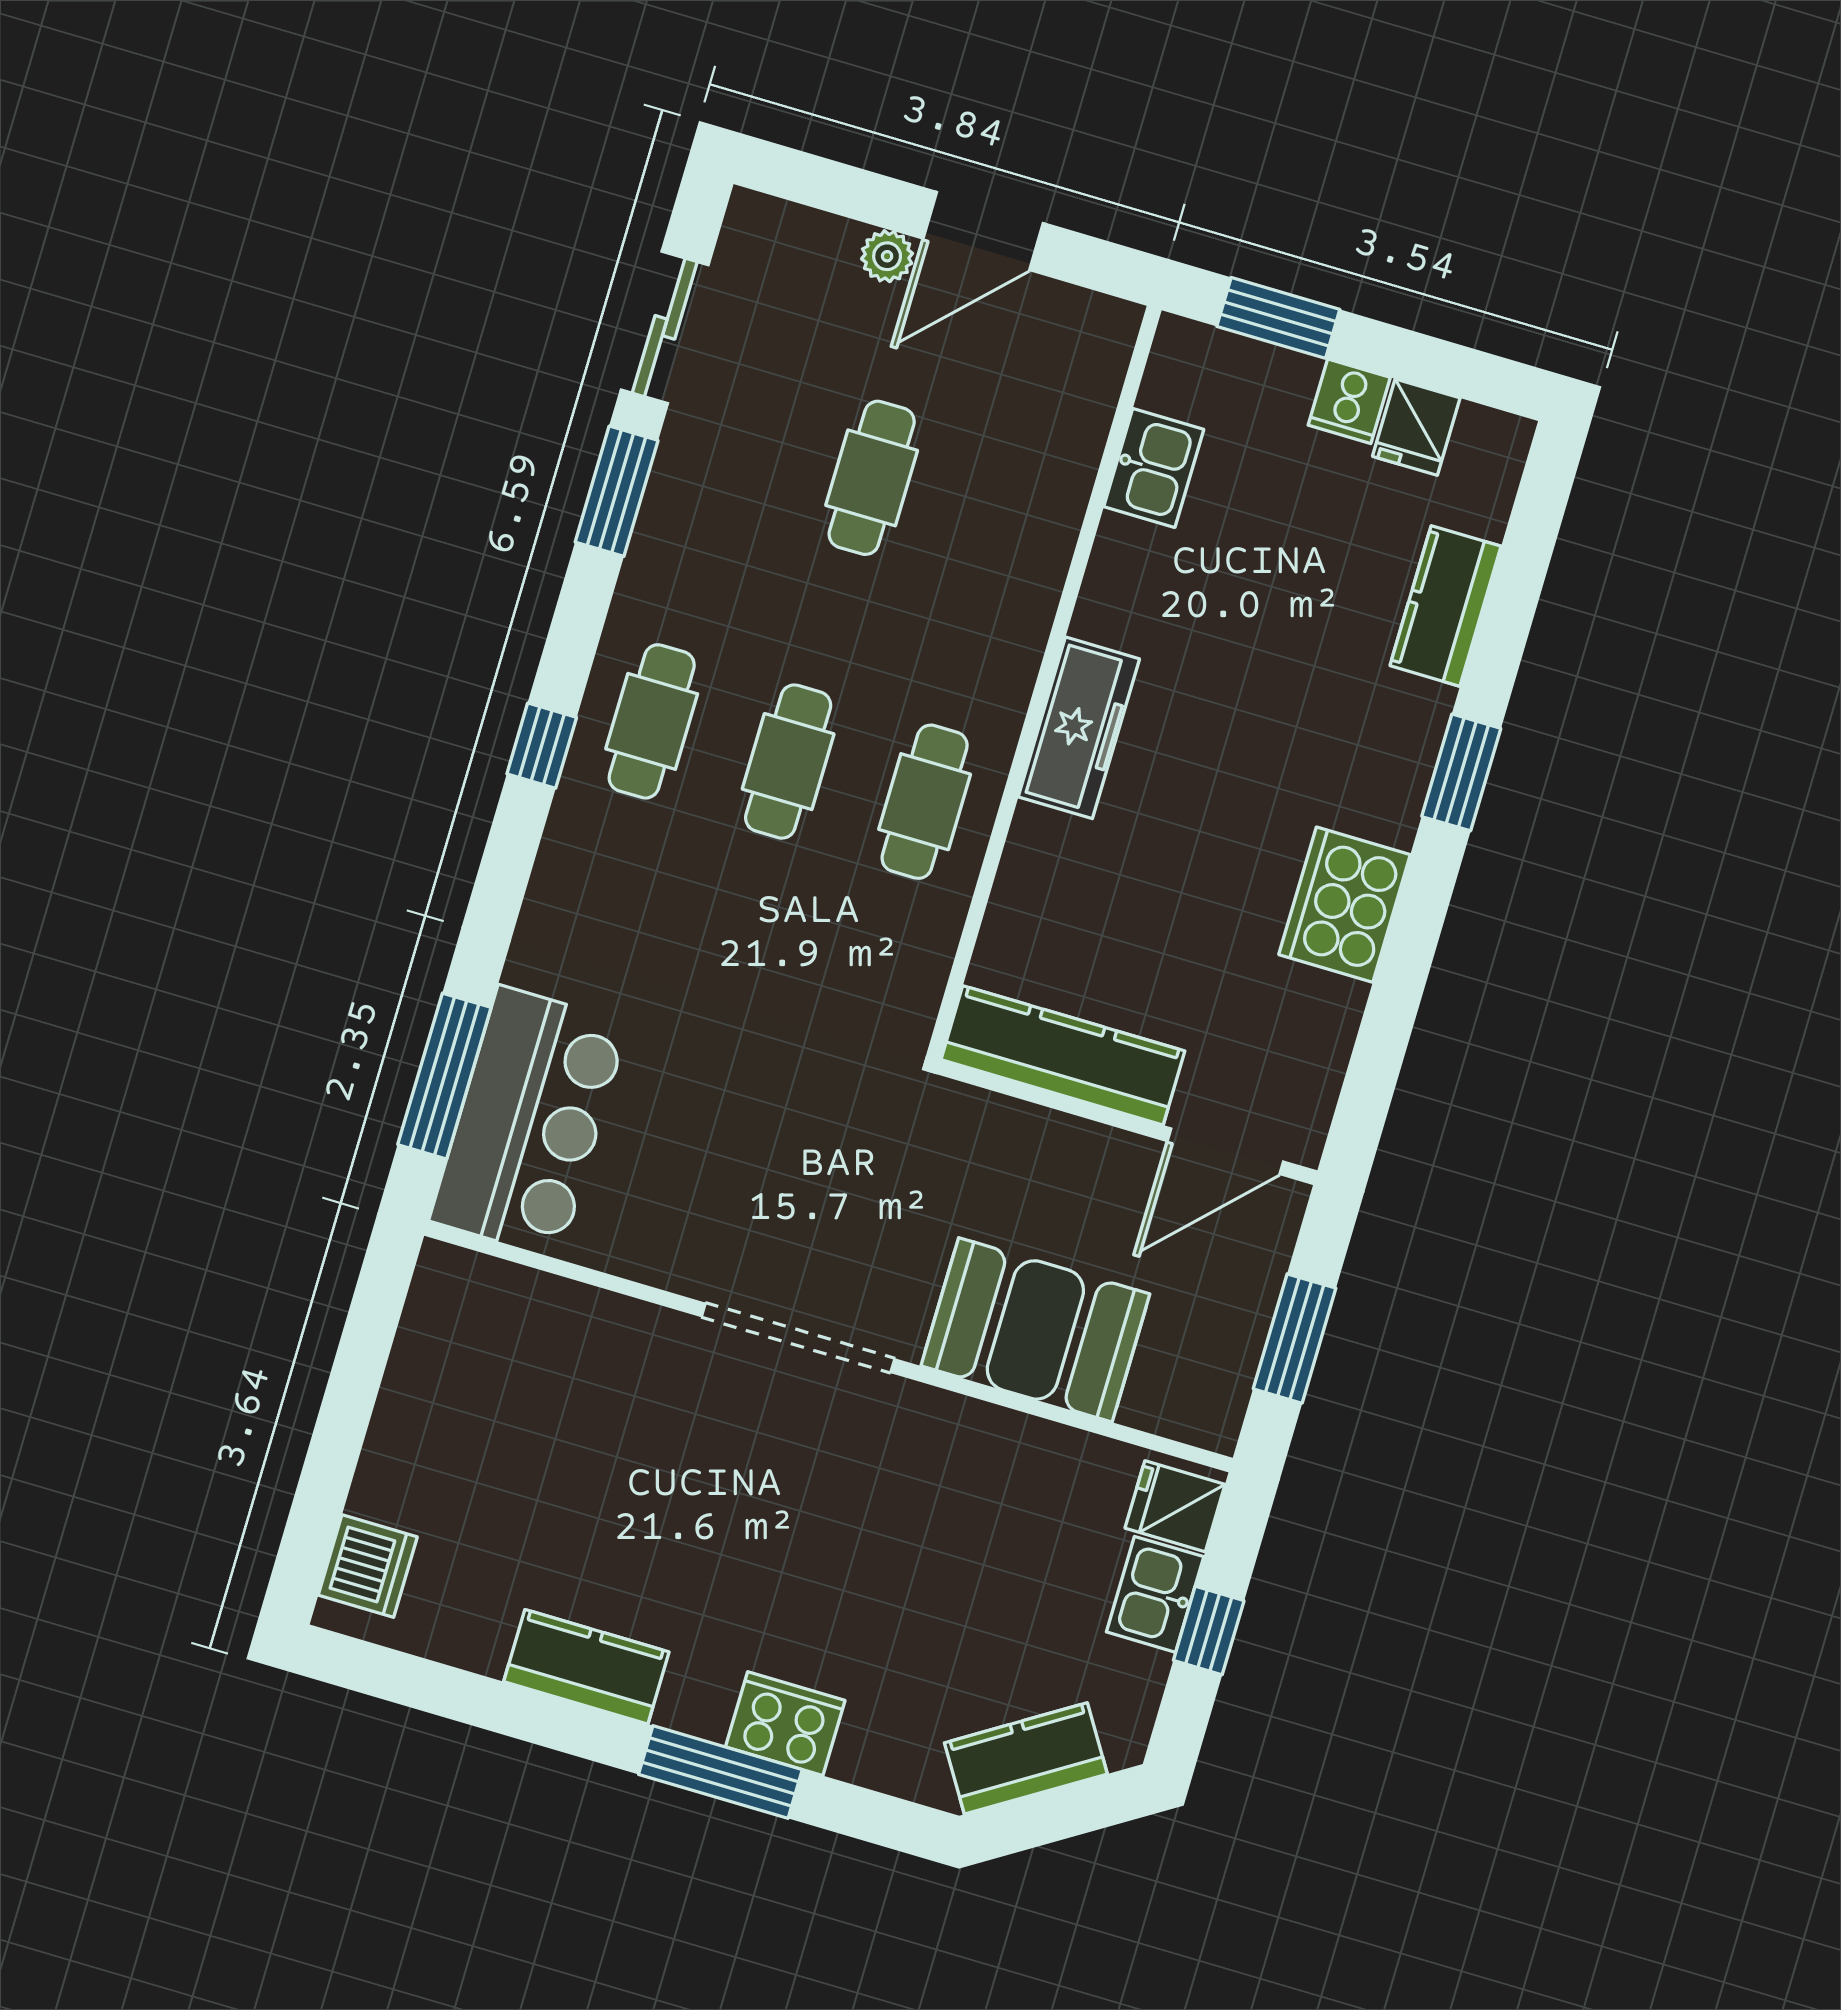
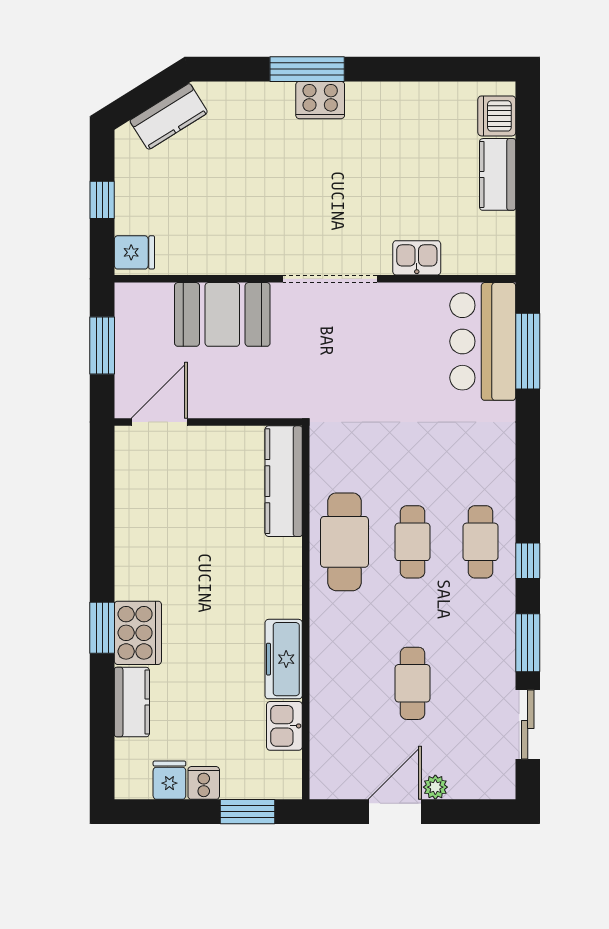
freezer: (1079, 728) -> (284, 659), moved
window: (542, 746) -> (528, 561), moved
cafe table: (925, 802) -> (344, 542), width x1.37, depth x1.35
cooker: (1345, 905) -> (138, 633), moved
kitchen counter: (1063, 1055) -> (284, 481), moved, turned 90
kitchen sink: (1155, 1594) -> (417, 258), moved, turned -90
kitchen counter: (586, 1667) -> (498, 174), moved, turned 90
cooker: (785, 1724) -> (320, 100), moved

